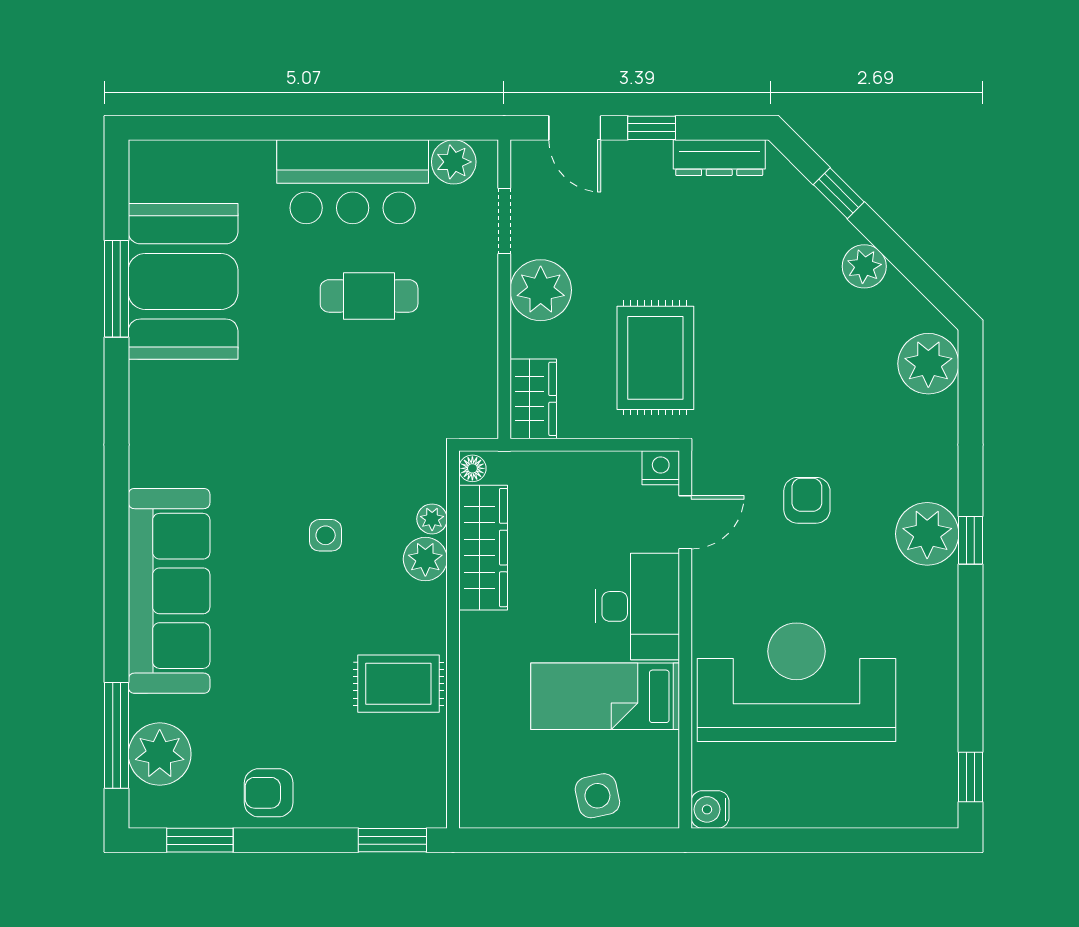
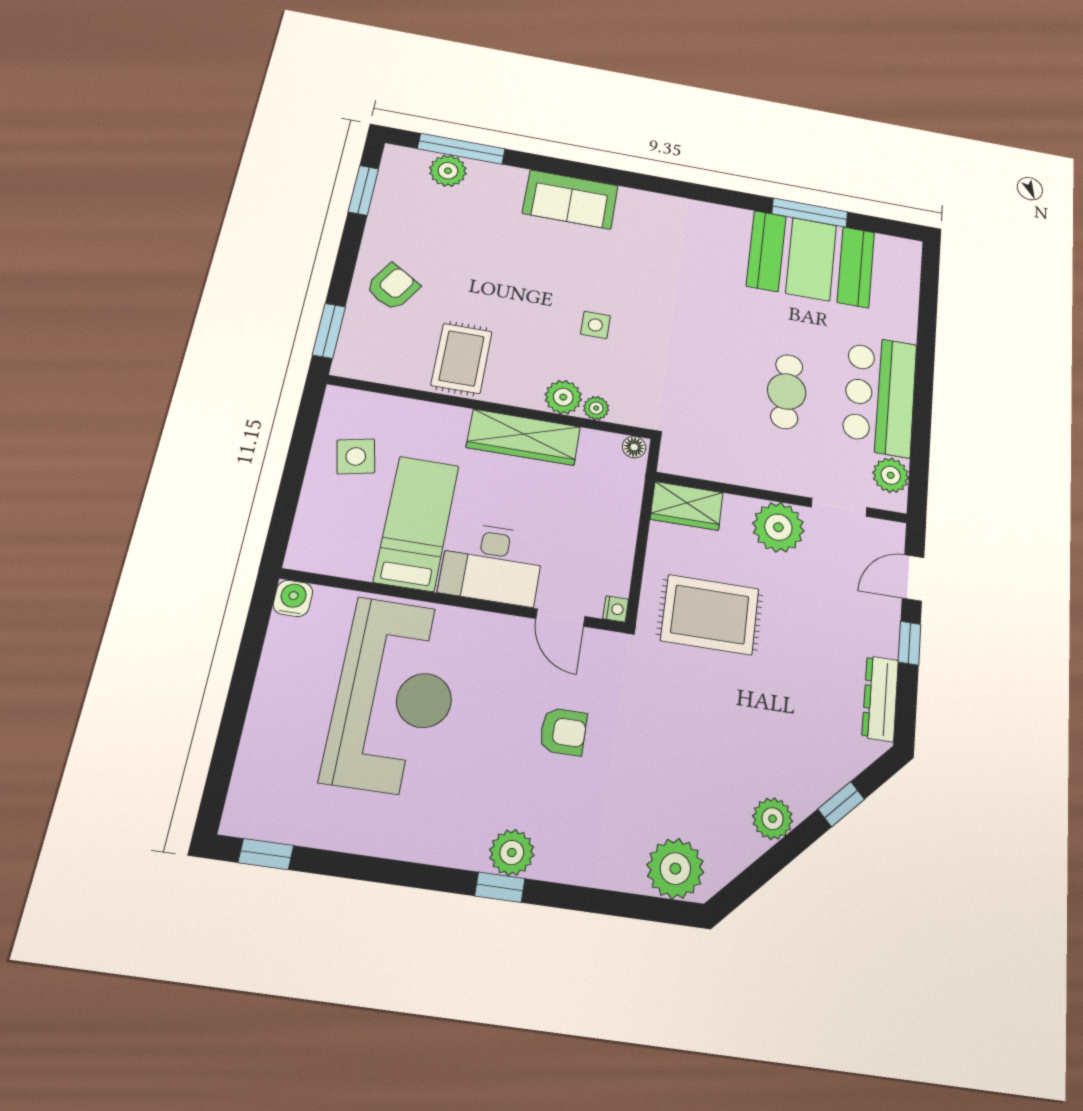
nightstand: (661, 468) -> (616, 609), width x0.72, depth x0.74
plant: (927, 534) -> (512, 853), width x0.73, depth x0.73
wardrobe: (483, 548) -> (523, 437), moved
sofa: (169, 591) -> (570, 199), width x0.54, depth x0.79
plant: (160, 754) -> (448, 171), width x0.73, depth x0.73
armchair: (269, 793) -> (393, 287), moved, turned 32
side table: (597, 796) -> (356, 456), moved

